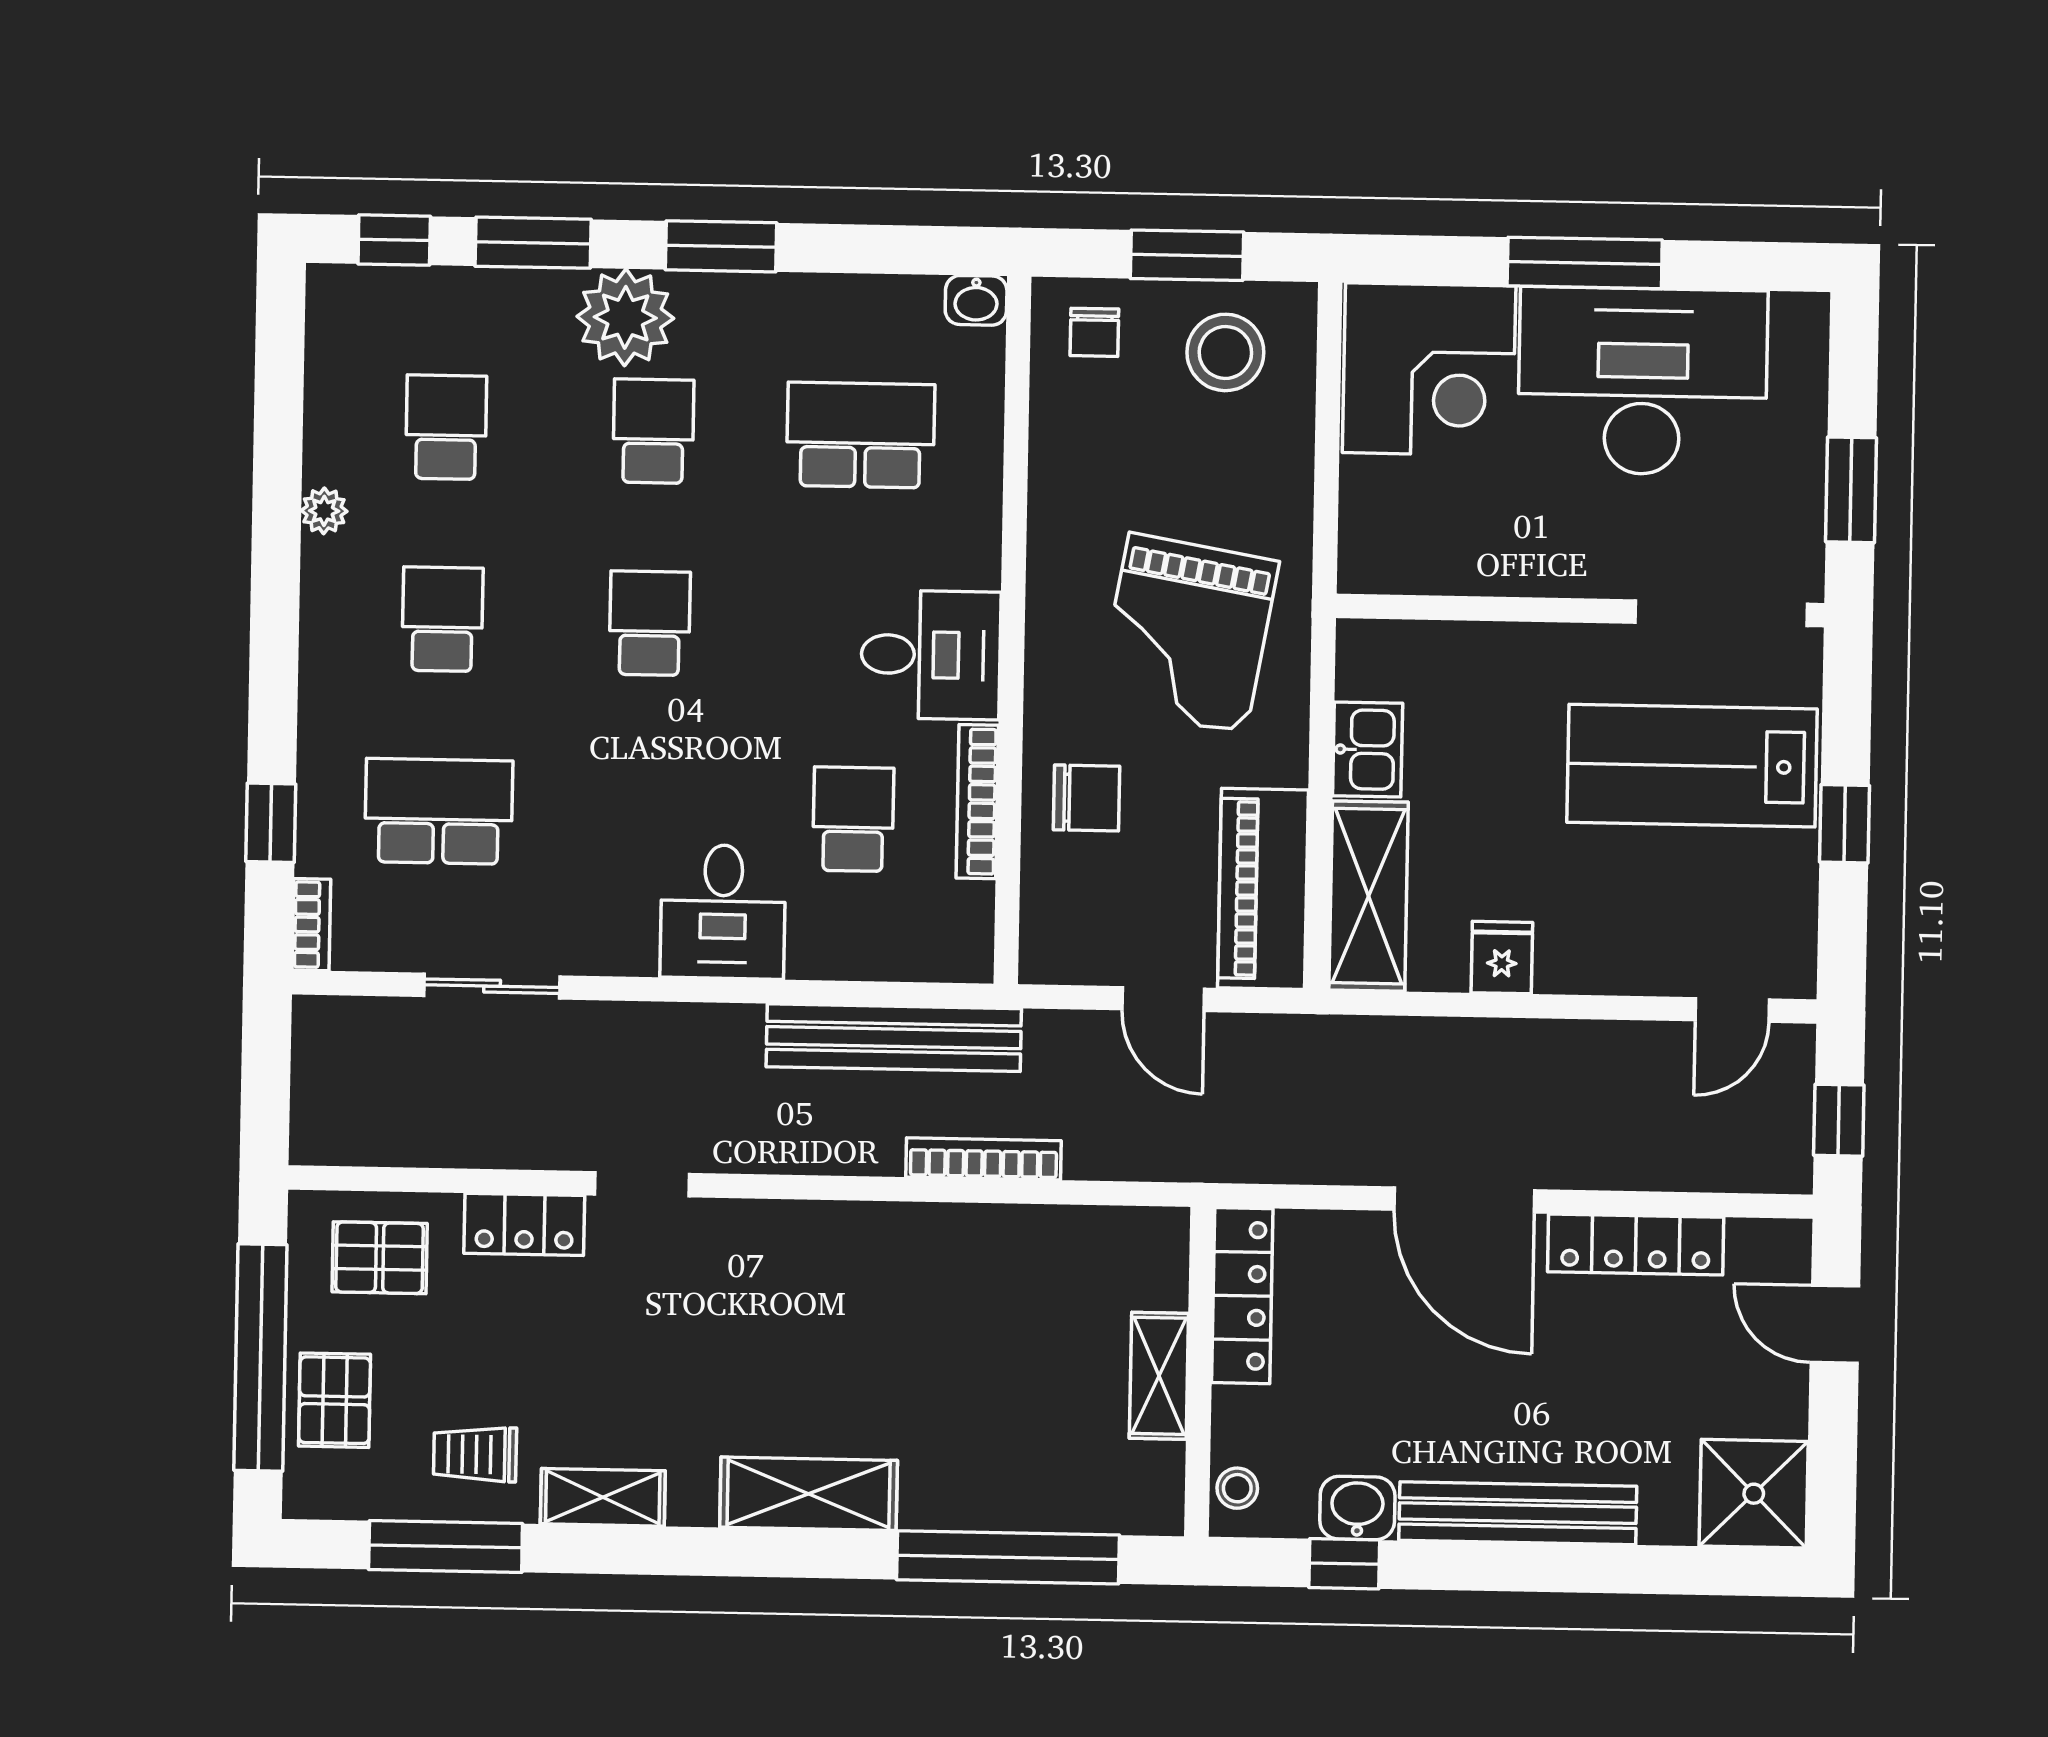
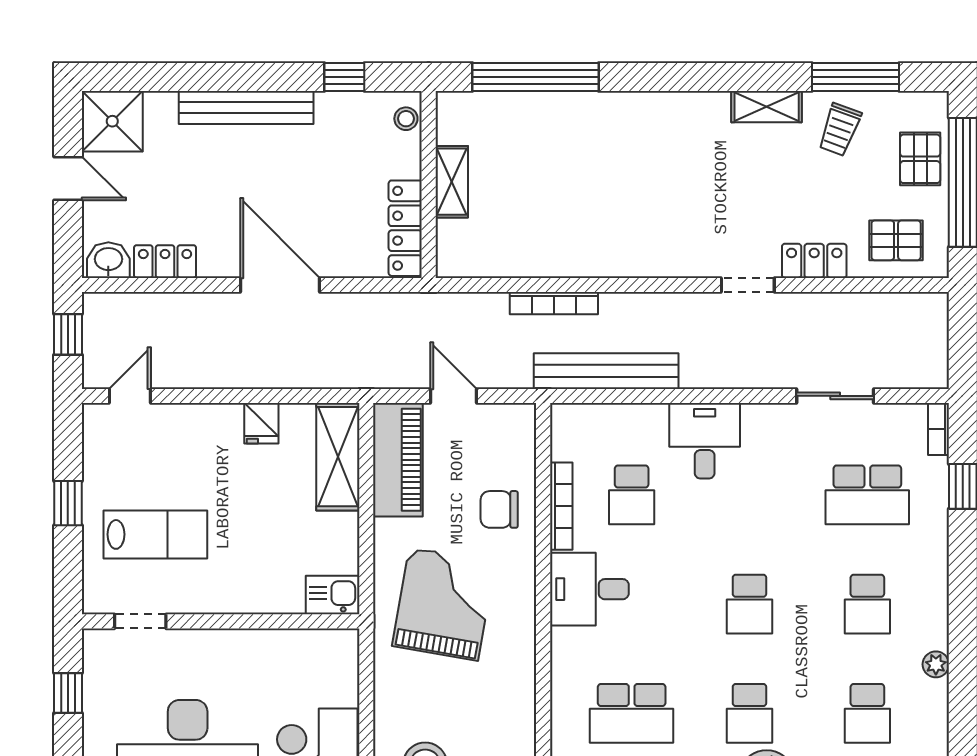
window: (1851, 490) -> (68, 693), width x0.67
doorway: (1721, 613) -> (140, 621), width x0.53
kitchen sink: (1368, 750) -> (333, 595), moved, turned 90
lab bench: (1692, 766) -> (155, 534), width x0.73, depth x0.72
locker: (1636, 1244) -> (165, 262), width x0.66
door: (1835, 1324) -> (68, 178), moved
trolley: (475, 1454) -> (840, 130), turned 110
shelving: (809, 1494) -> (650, 111), removed
washbasin: (1357, 1508) -> (108, 260), moved, turned 180

